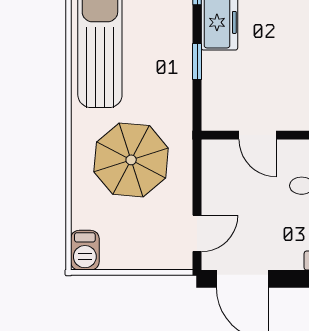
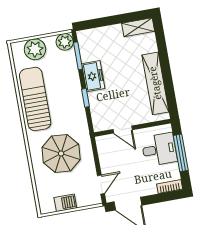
barbecue: (85, 250) -> (65, 203), moved, turned -90

